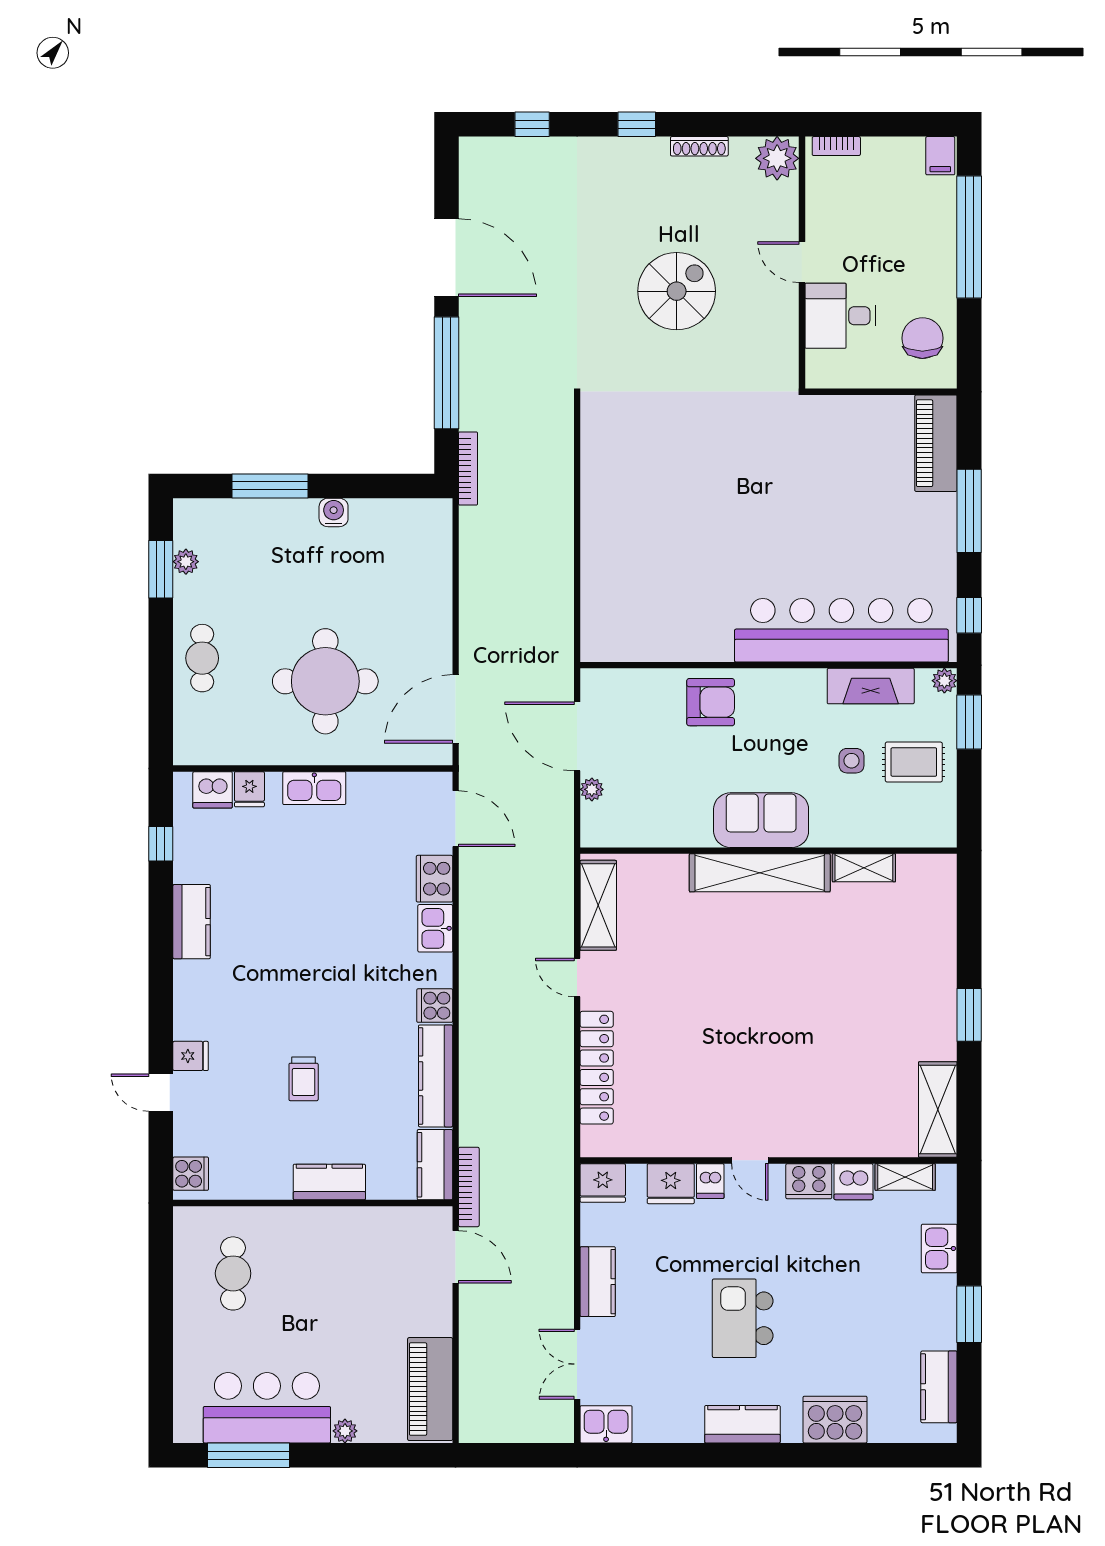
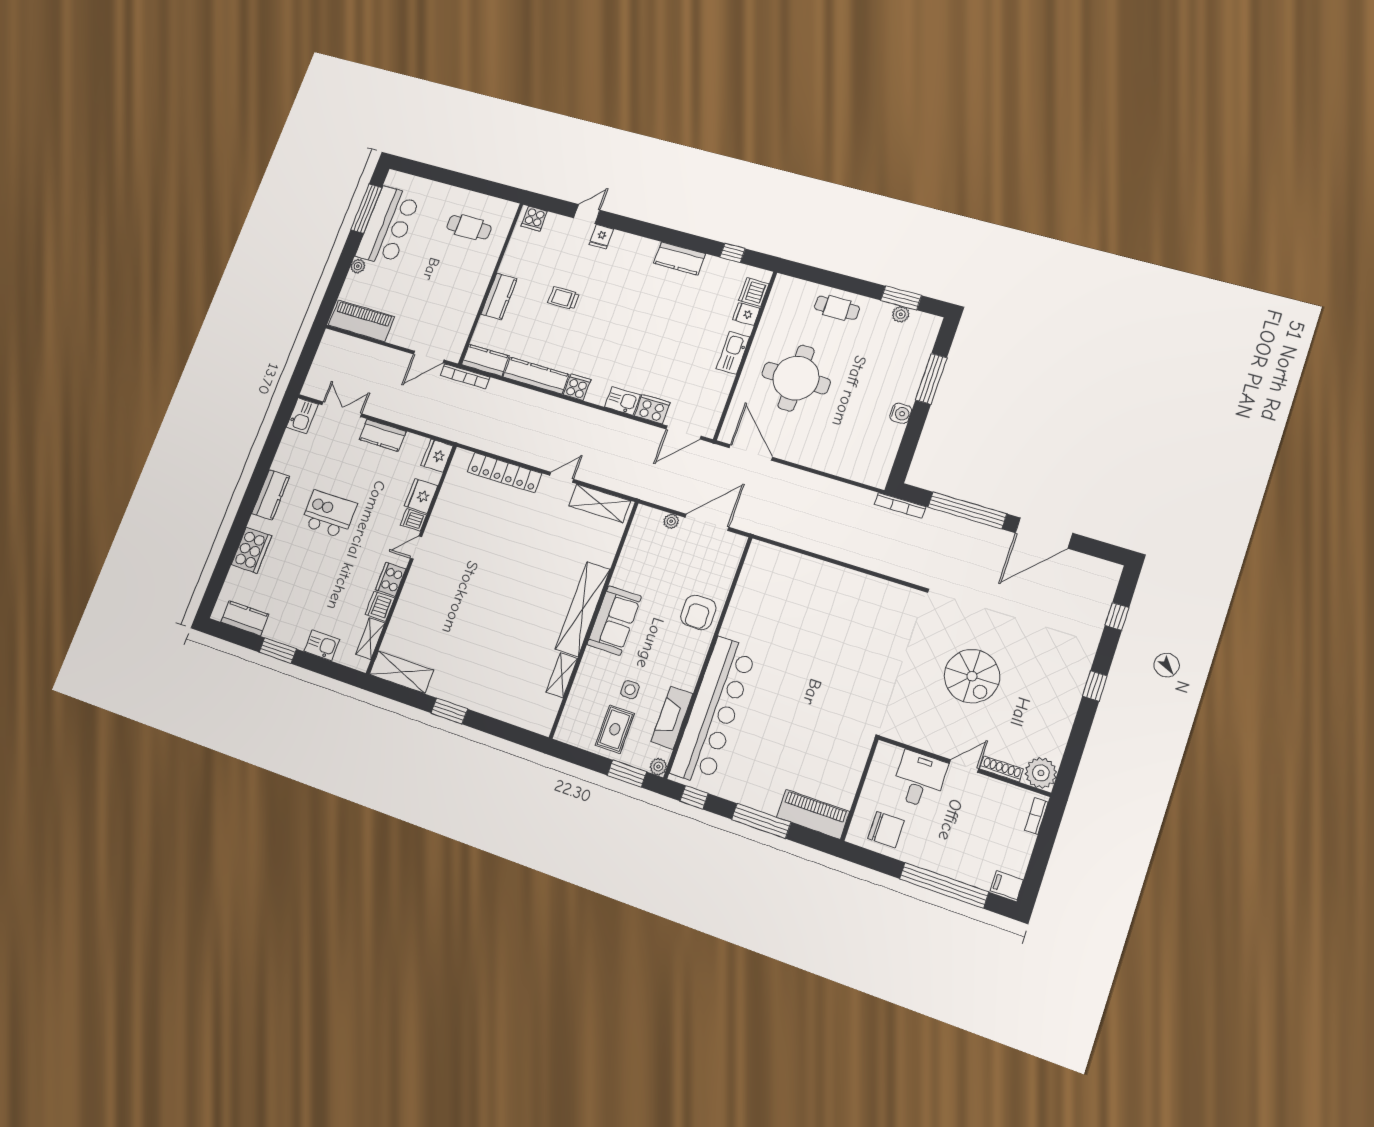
shoe rack: (699, 146) -> (1002, 769), moved, turned 90

